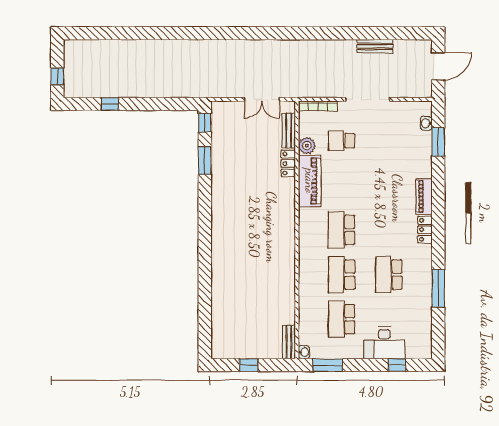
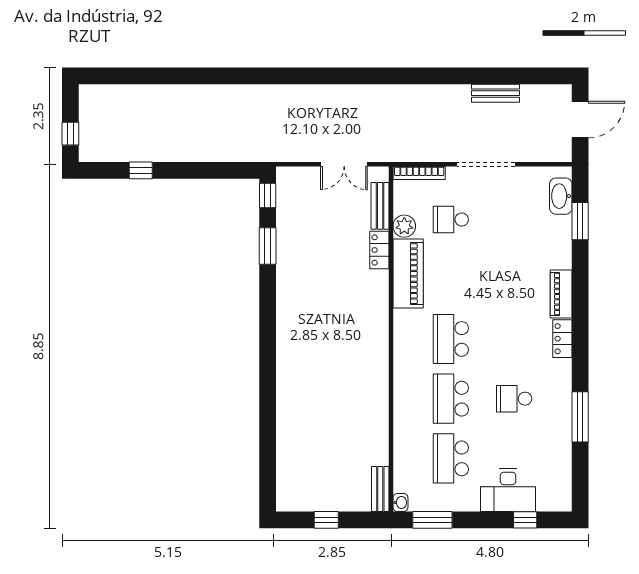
washbasin: (426, 123) -> (561, 196), width x1.91, depth x1.45
school desk: (389, 275) -> (514, 399), width x0.54

